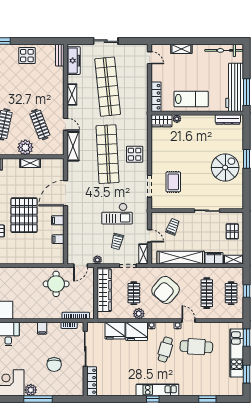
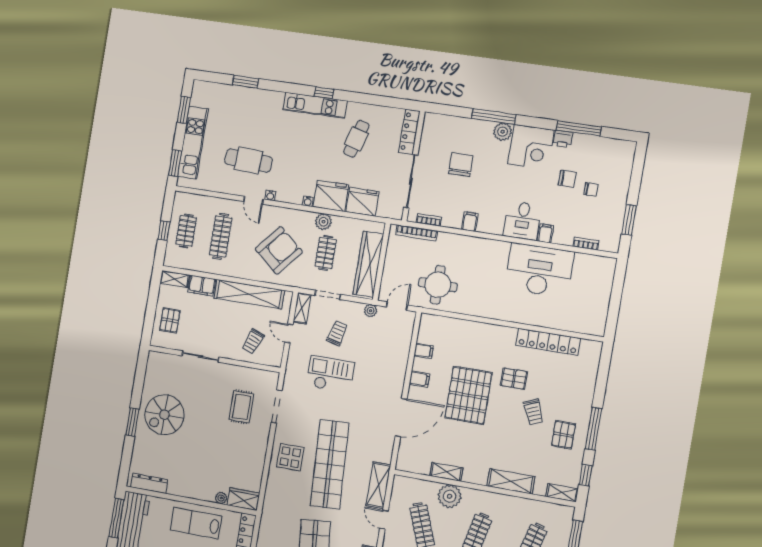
cafe table: (165, 349) -> (356, 139), moved

